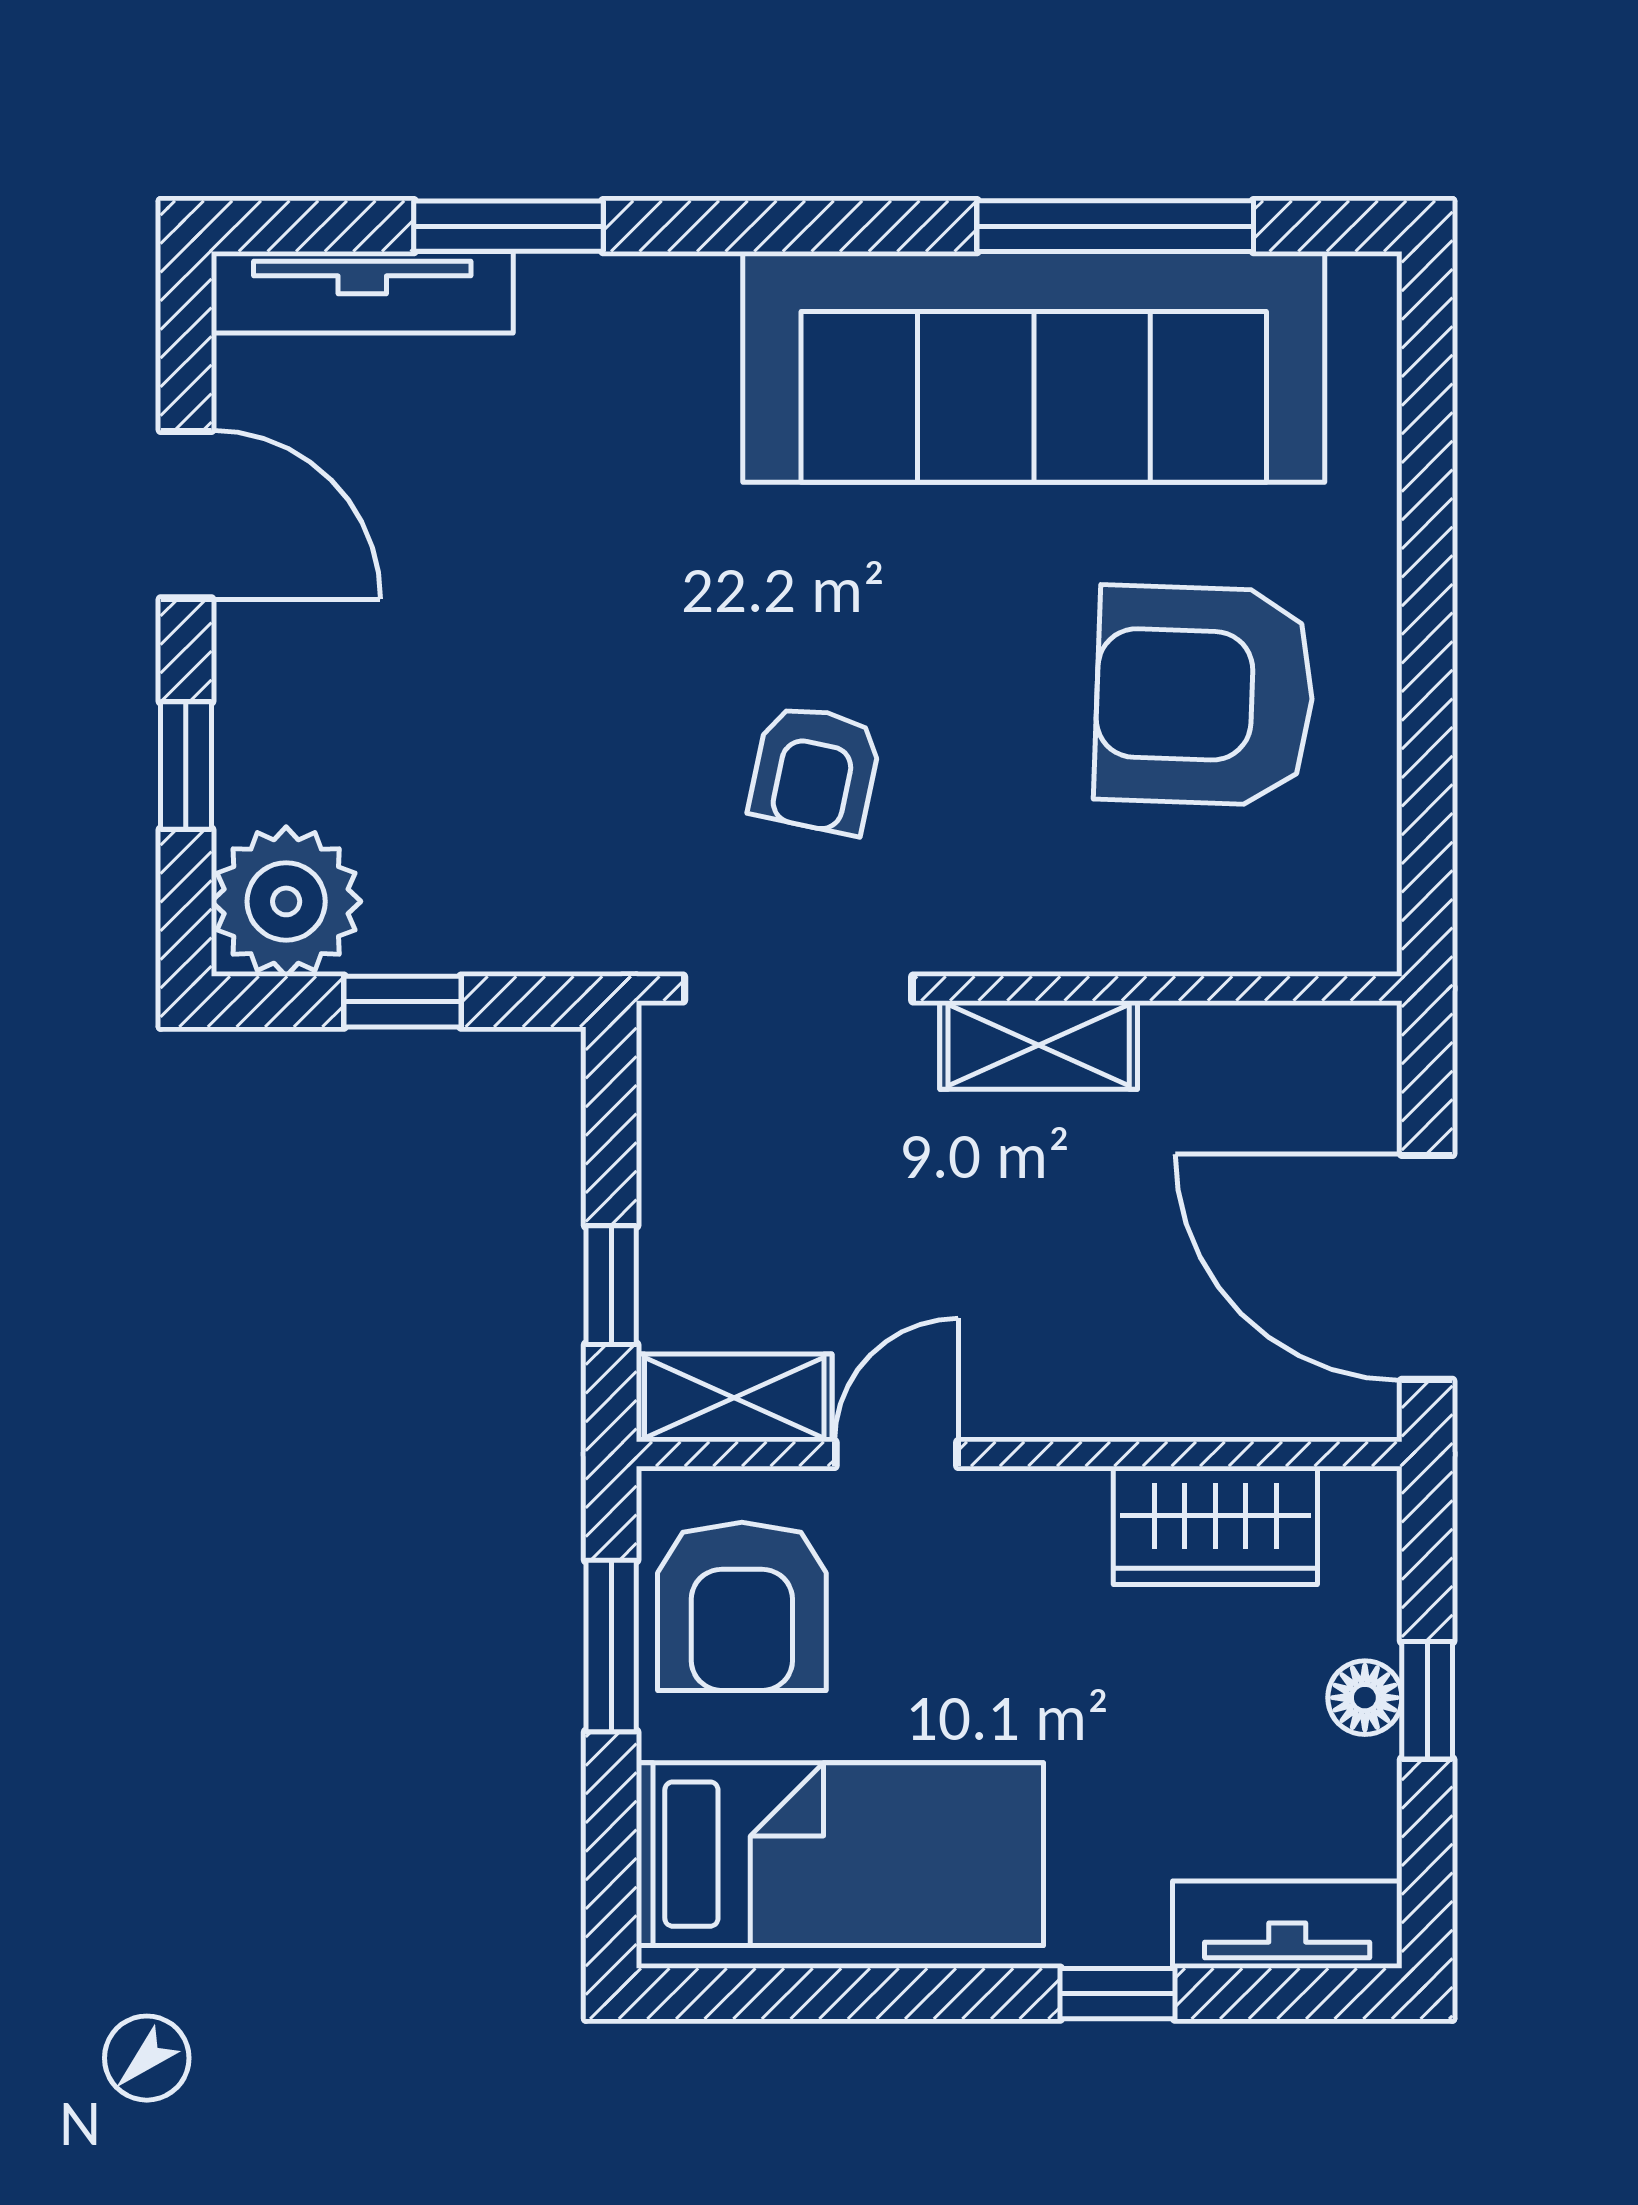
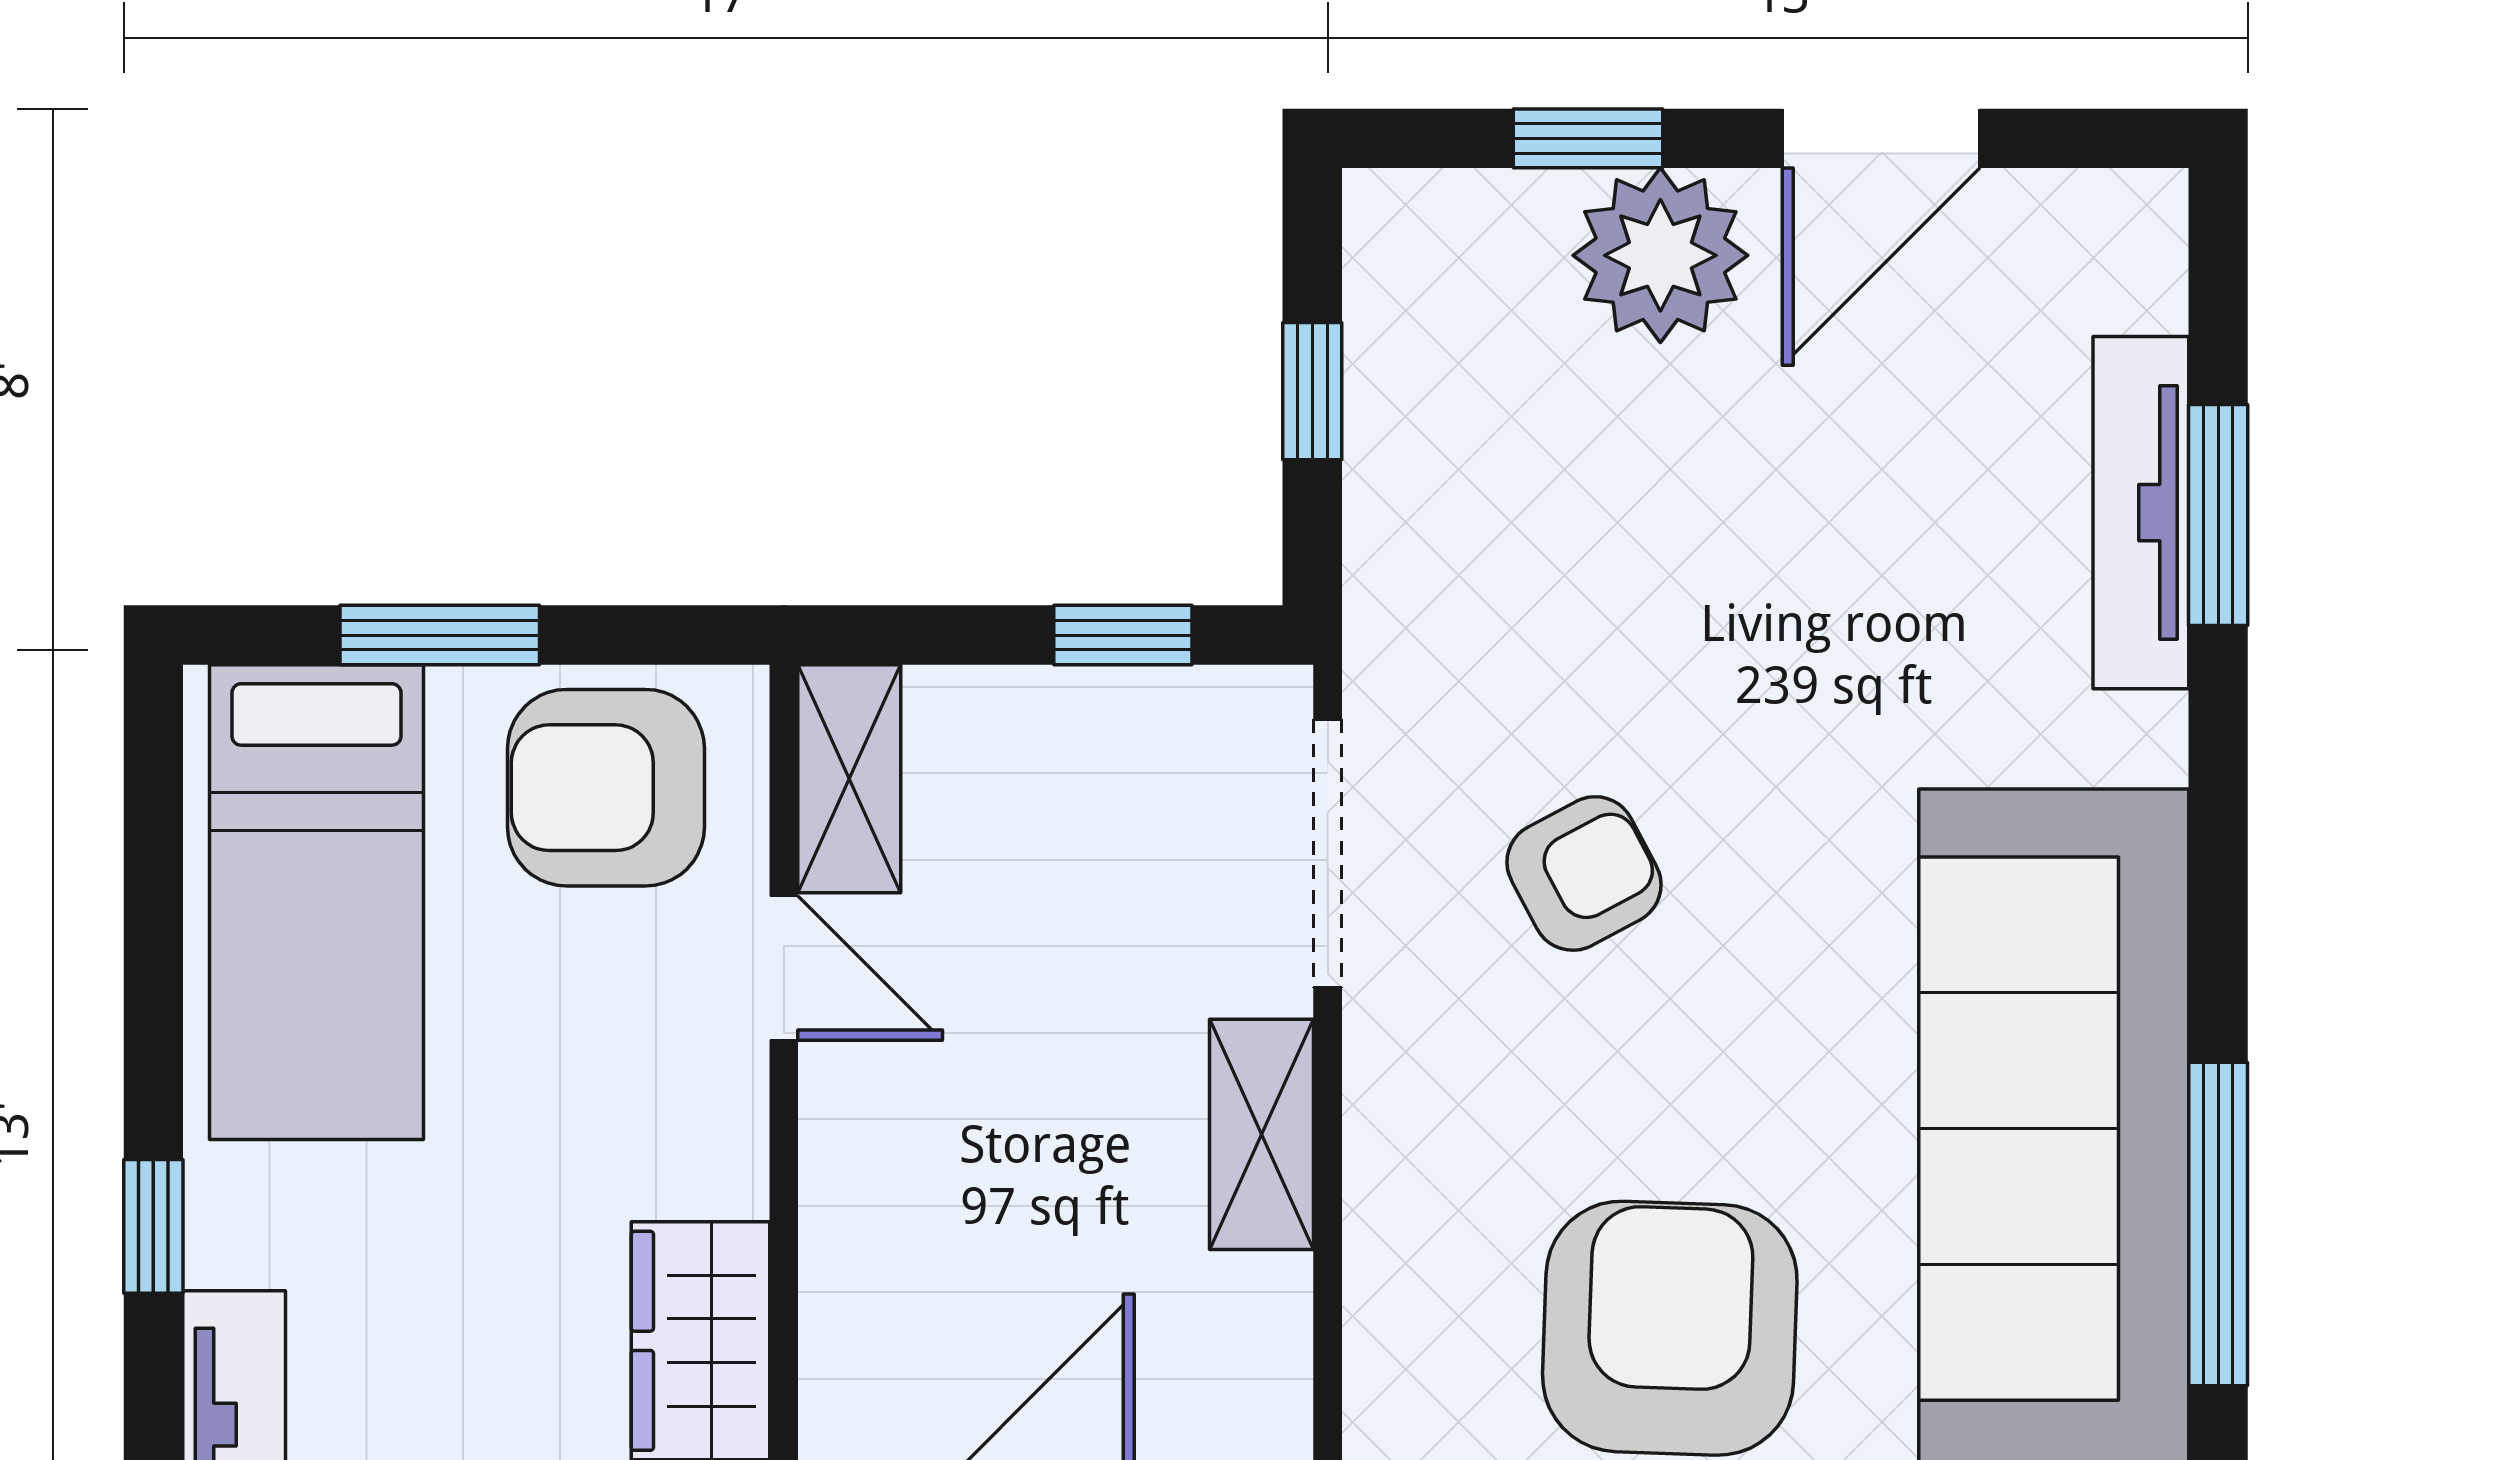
tv unit: (362, 292) -> (2141, 513), moved
armchair: (815, 769) -> (1584, 873), turned 140
plant: (286, 901) -> (1660, 255), moved
window: (611, 1285) -> (1123, 635), moved
window: (611, 1646) -> (440, 635), moved

